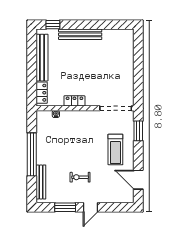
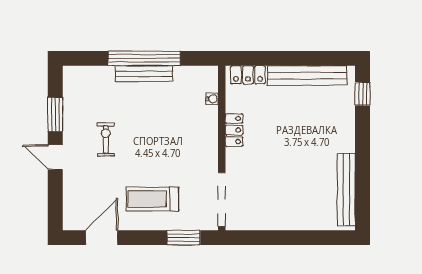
bench: (80, 34) -> (346, 190), moved
bench: (41, 182) -> (144, 74), moved

